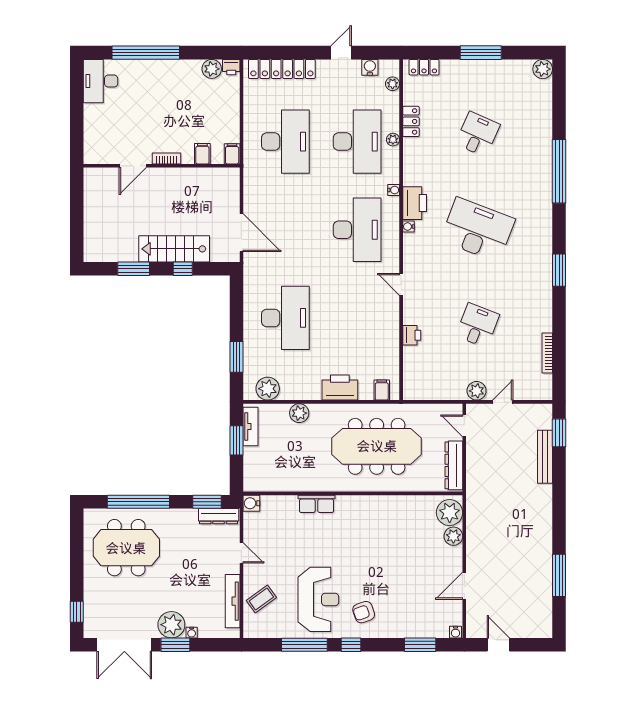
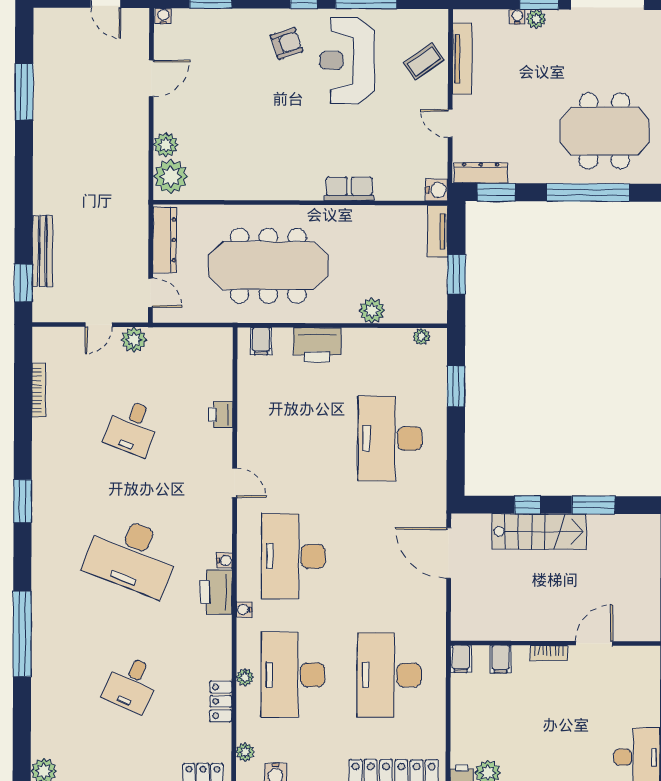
plant: (268, 389) -> (421, 336), width x0.53, depth x0.53
tv unit: (250, 427) -> (438, 231), moved
plant: (171, 625) -> (536, 19), width x0.53, depth x0.53

